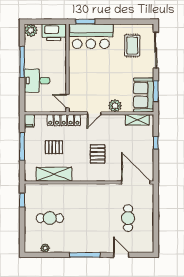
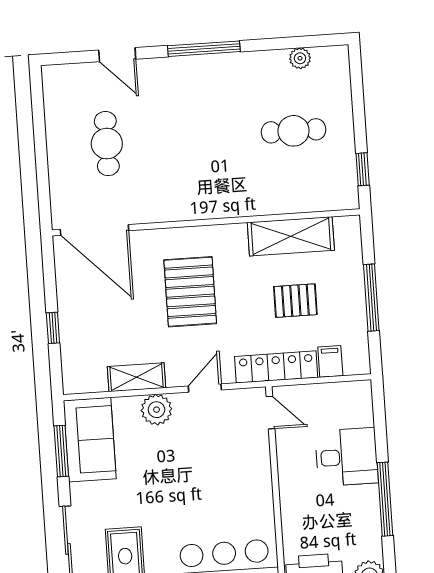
shelving: (137, 120) -> (136, 377), moved
filing cabinet: (29, 121) -> (330, 361), moved
pallet: (98, 154) -> (190, 292), width x1.50, depth x1.42

